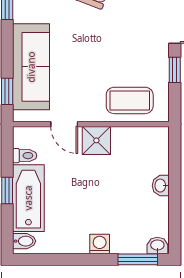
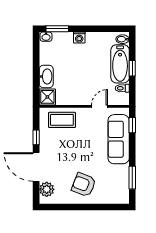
door: (64, 124) -> (99, 106), hinge flipped
shower: (96, 140) -> (47, 97), moved
washbasin: (161, 186) -> (46, 76), width x1.91, depth x1.45

